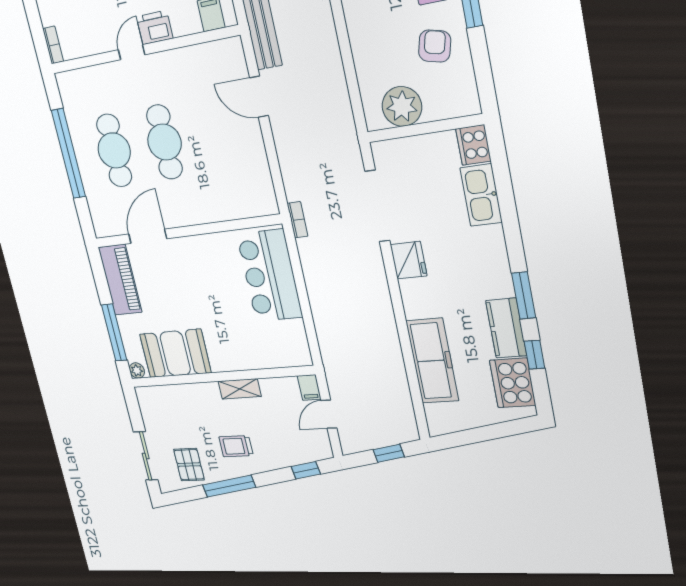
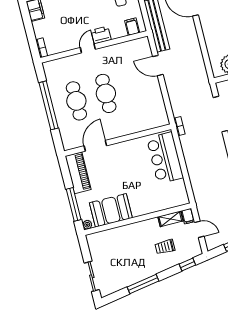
shelving: (240, 389) -> (170, 219), moved
door: (329, 414) -> (199, 229), swing flipped
trolley: (236, 446) -> (165, 247), moved
pallet: (189, 465) -> (119, 276), removed

